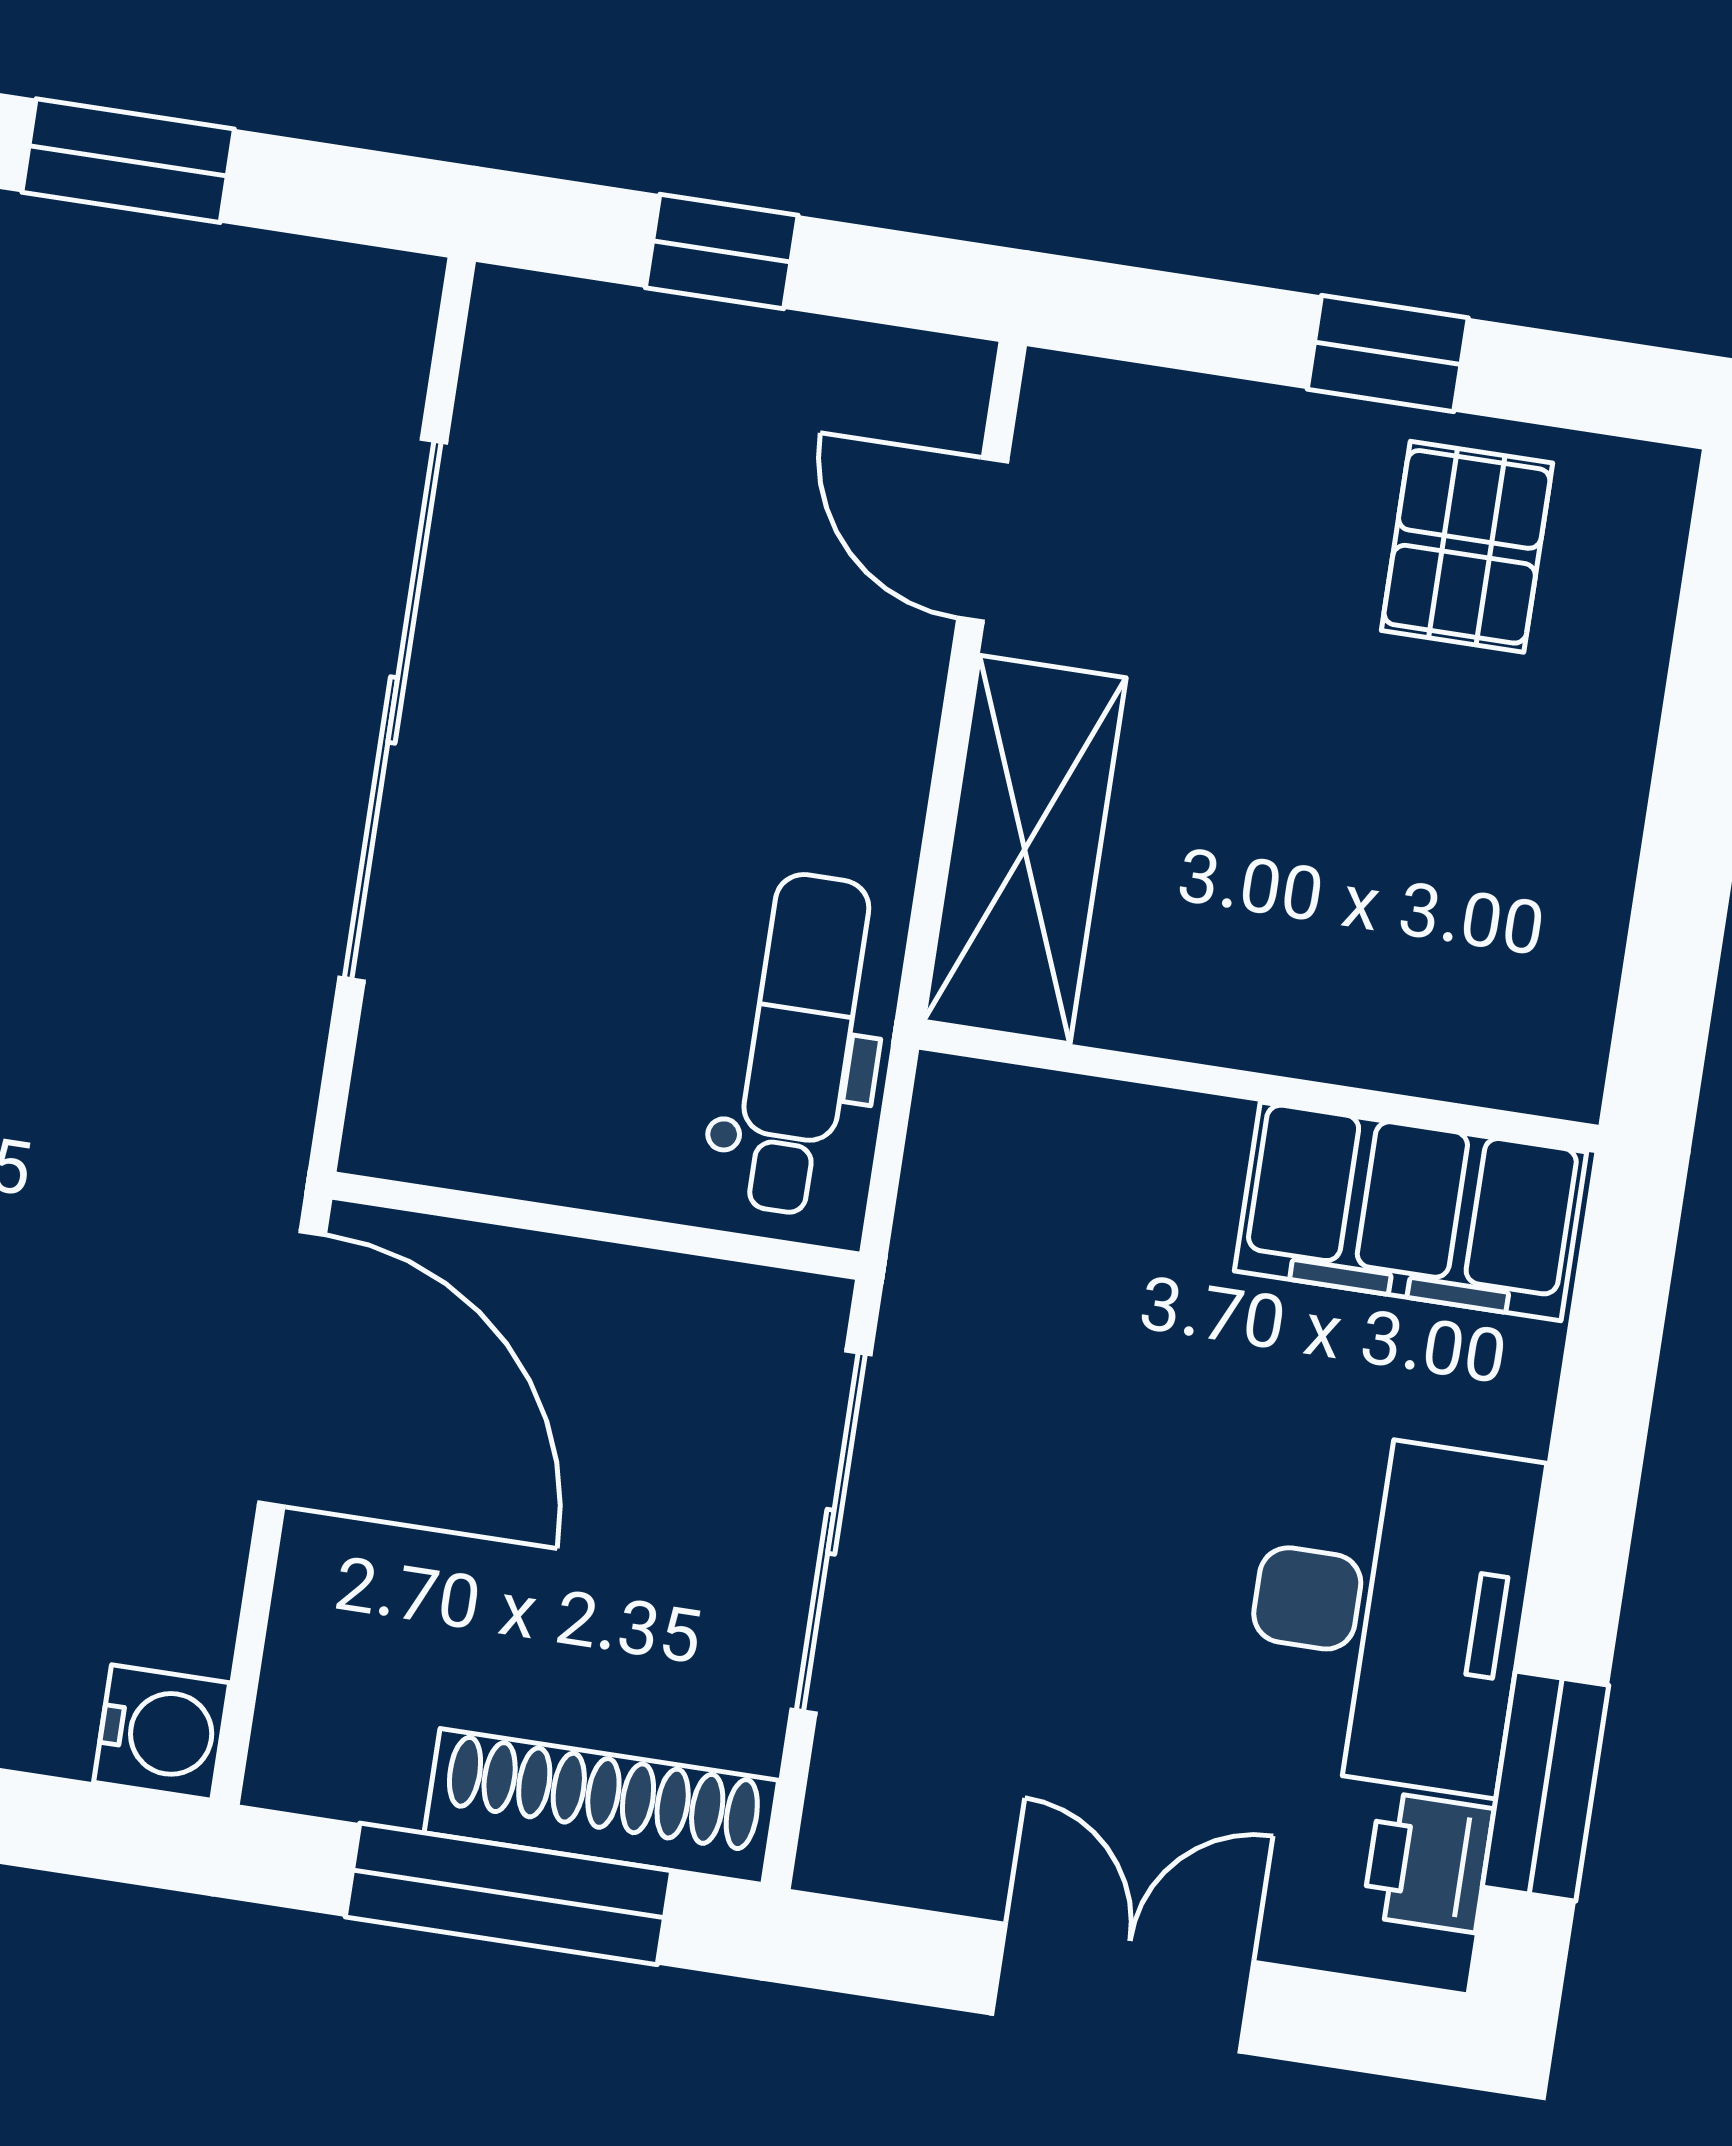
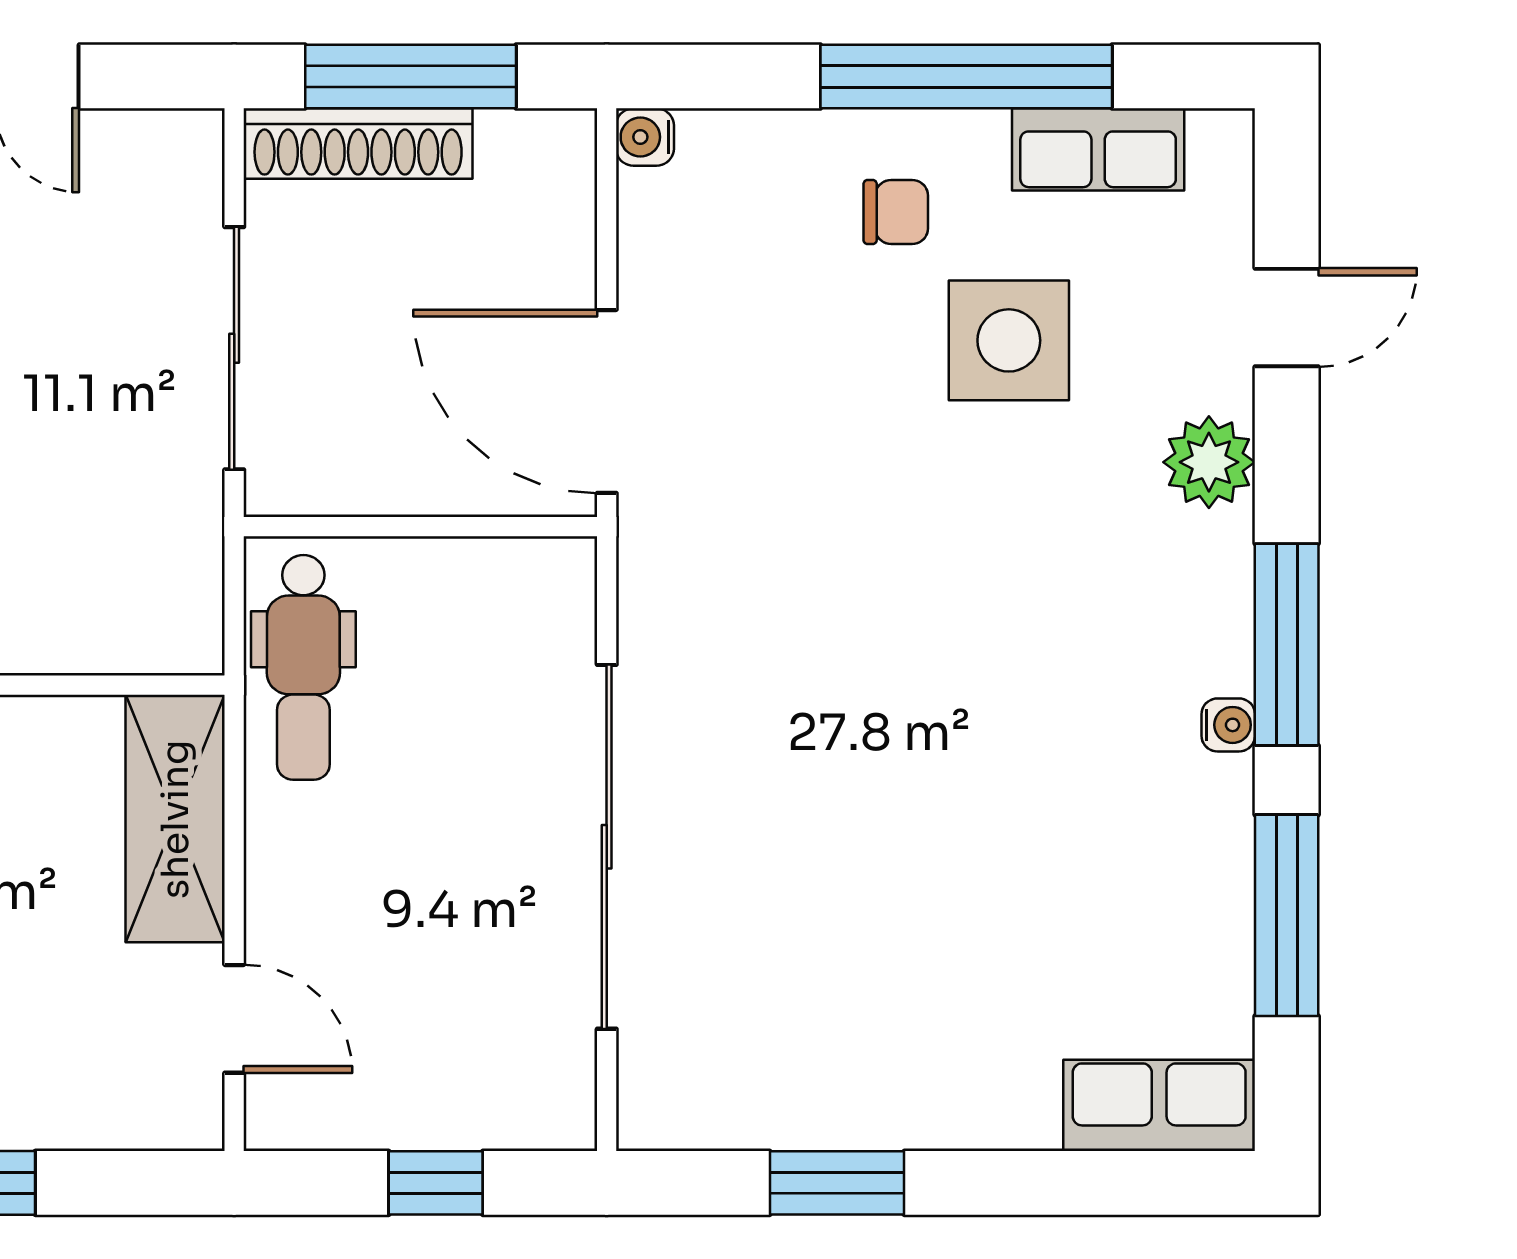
water cooler: (162, 1732) -> (645, 137), width x0.72, depth x0.72

